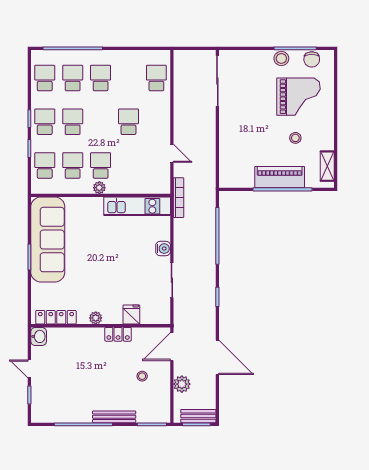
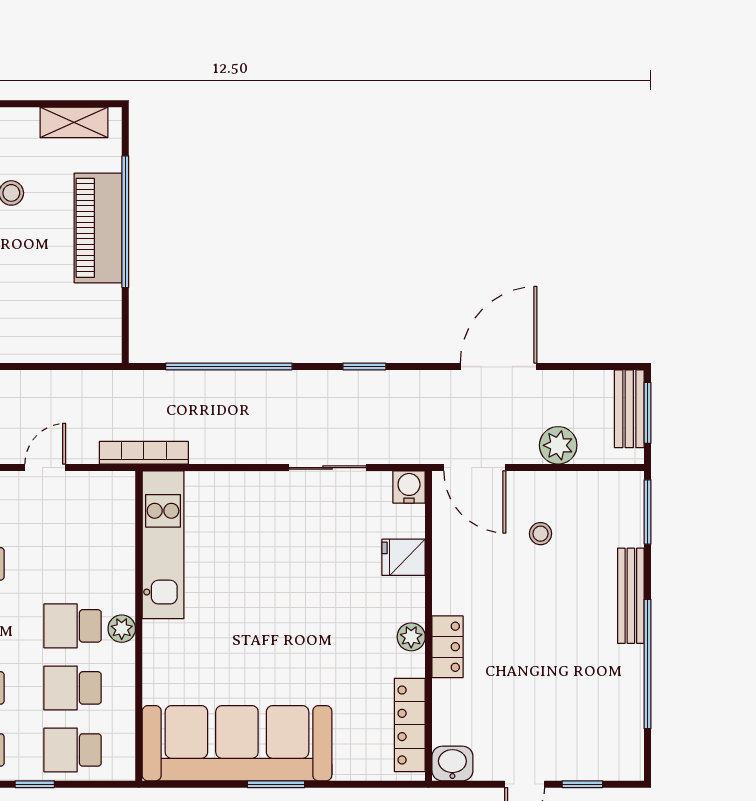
water cooler: (163, 249) -> (409, 487), moved
locker: (118, 334) -> (447, 647), moved

